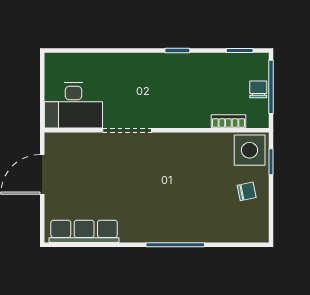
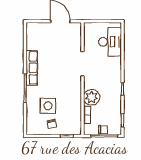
desk: (73, 105) -> (110, 42), moved, turned 180
plant: (194, 112) -> (91, 97), added
side table: (250, 150) -> (48, 106), moved
row of seats: (84, 231) -> (32, 68), moved

